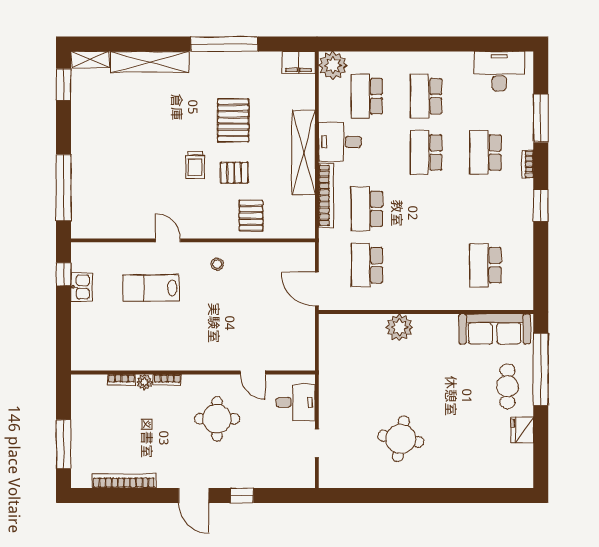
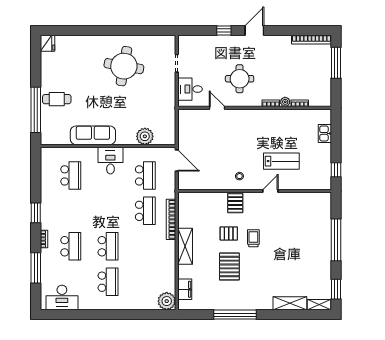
shelving: (150, 62) -> (290, 303), width x0.68
filing cabinet: (299, 62) -> (185, 289), moved, turned 90
school desk: (367, 96) -> (145, 282), removed
desk: (340, 142) -> (110, 161), moved, turned -90
shelving: (304, 152) -> (185, 246), width x0.68
window: (64, 188) -> (336, 240), moved
pallet: (251, 215) -> (235, 203), moved
door: (168, 240) -> (270, 191), swing flipped
kitchen sink: (81, 287) -> (325, 133), moved
plant: (399, 327) -> (145, 136), moved
sofa: (495, 329) -> (93, 135), moved
cafe table: (507, 386) -> (57, 99), turned 90
fridge: (522, 430) -> (47, 43), moved
round table: (401, 439) -> (124, 66), width x1.36, depth x1.36
bookcase: (124, 481) -> (312, 40), moved
door: (194, 495) -> (254, 30), hinge flipped

